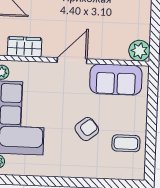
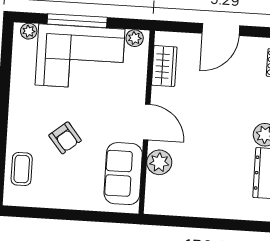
plant: (139, 51) -> (159, 162), moved
coffee table: (126, 143) -> (22, 169), moved

